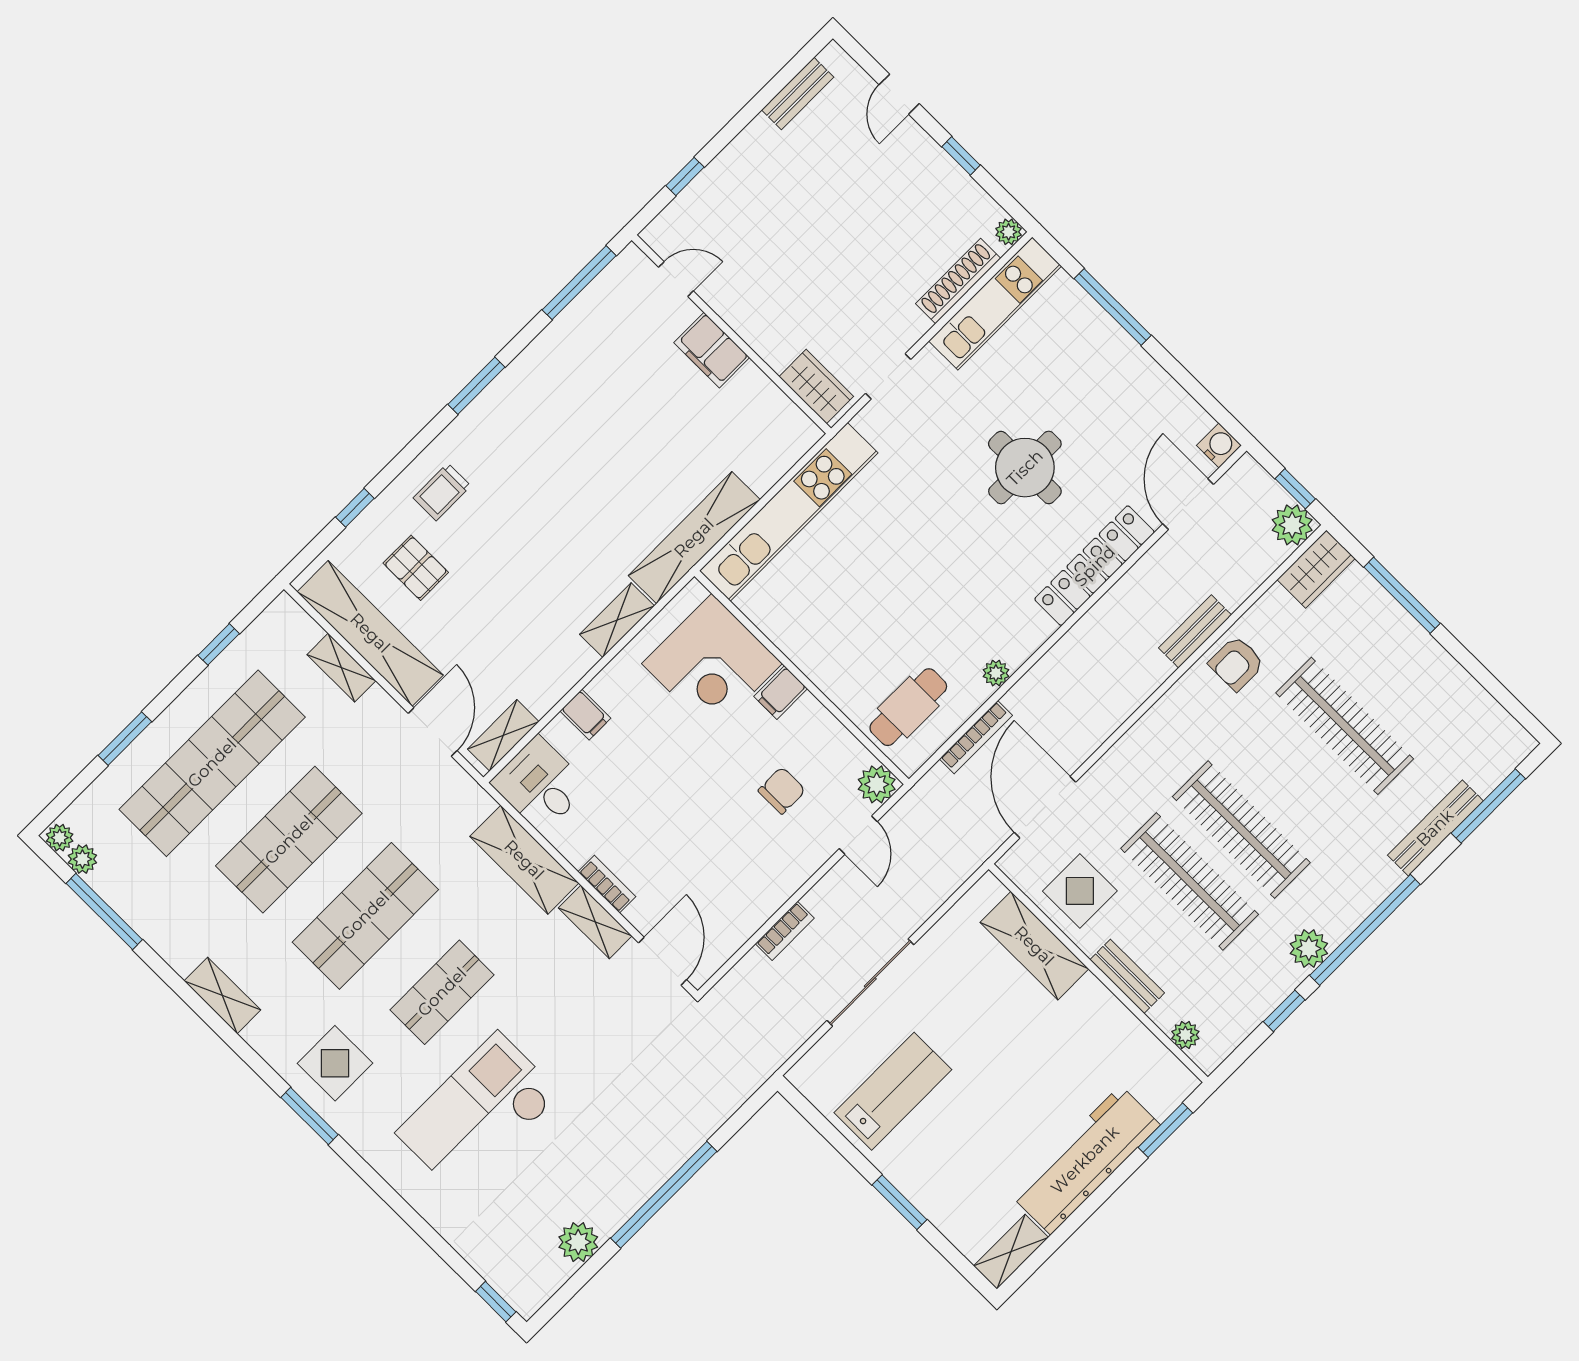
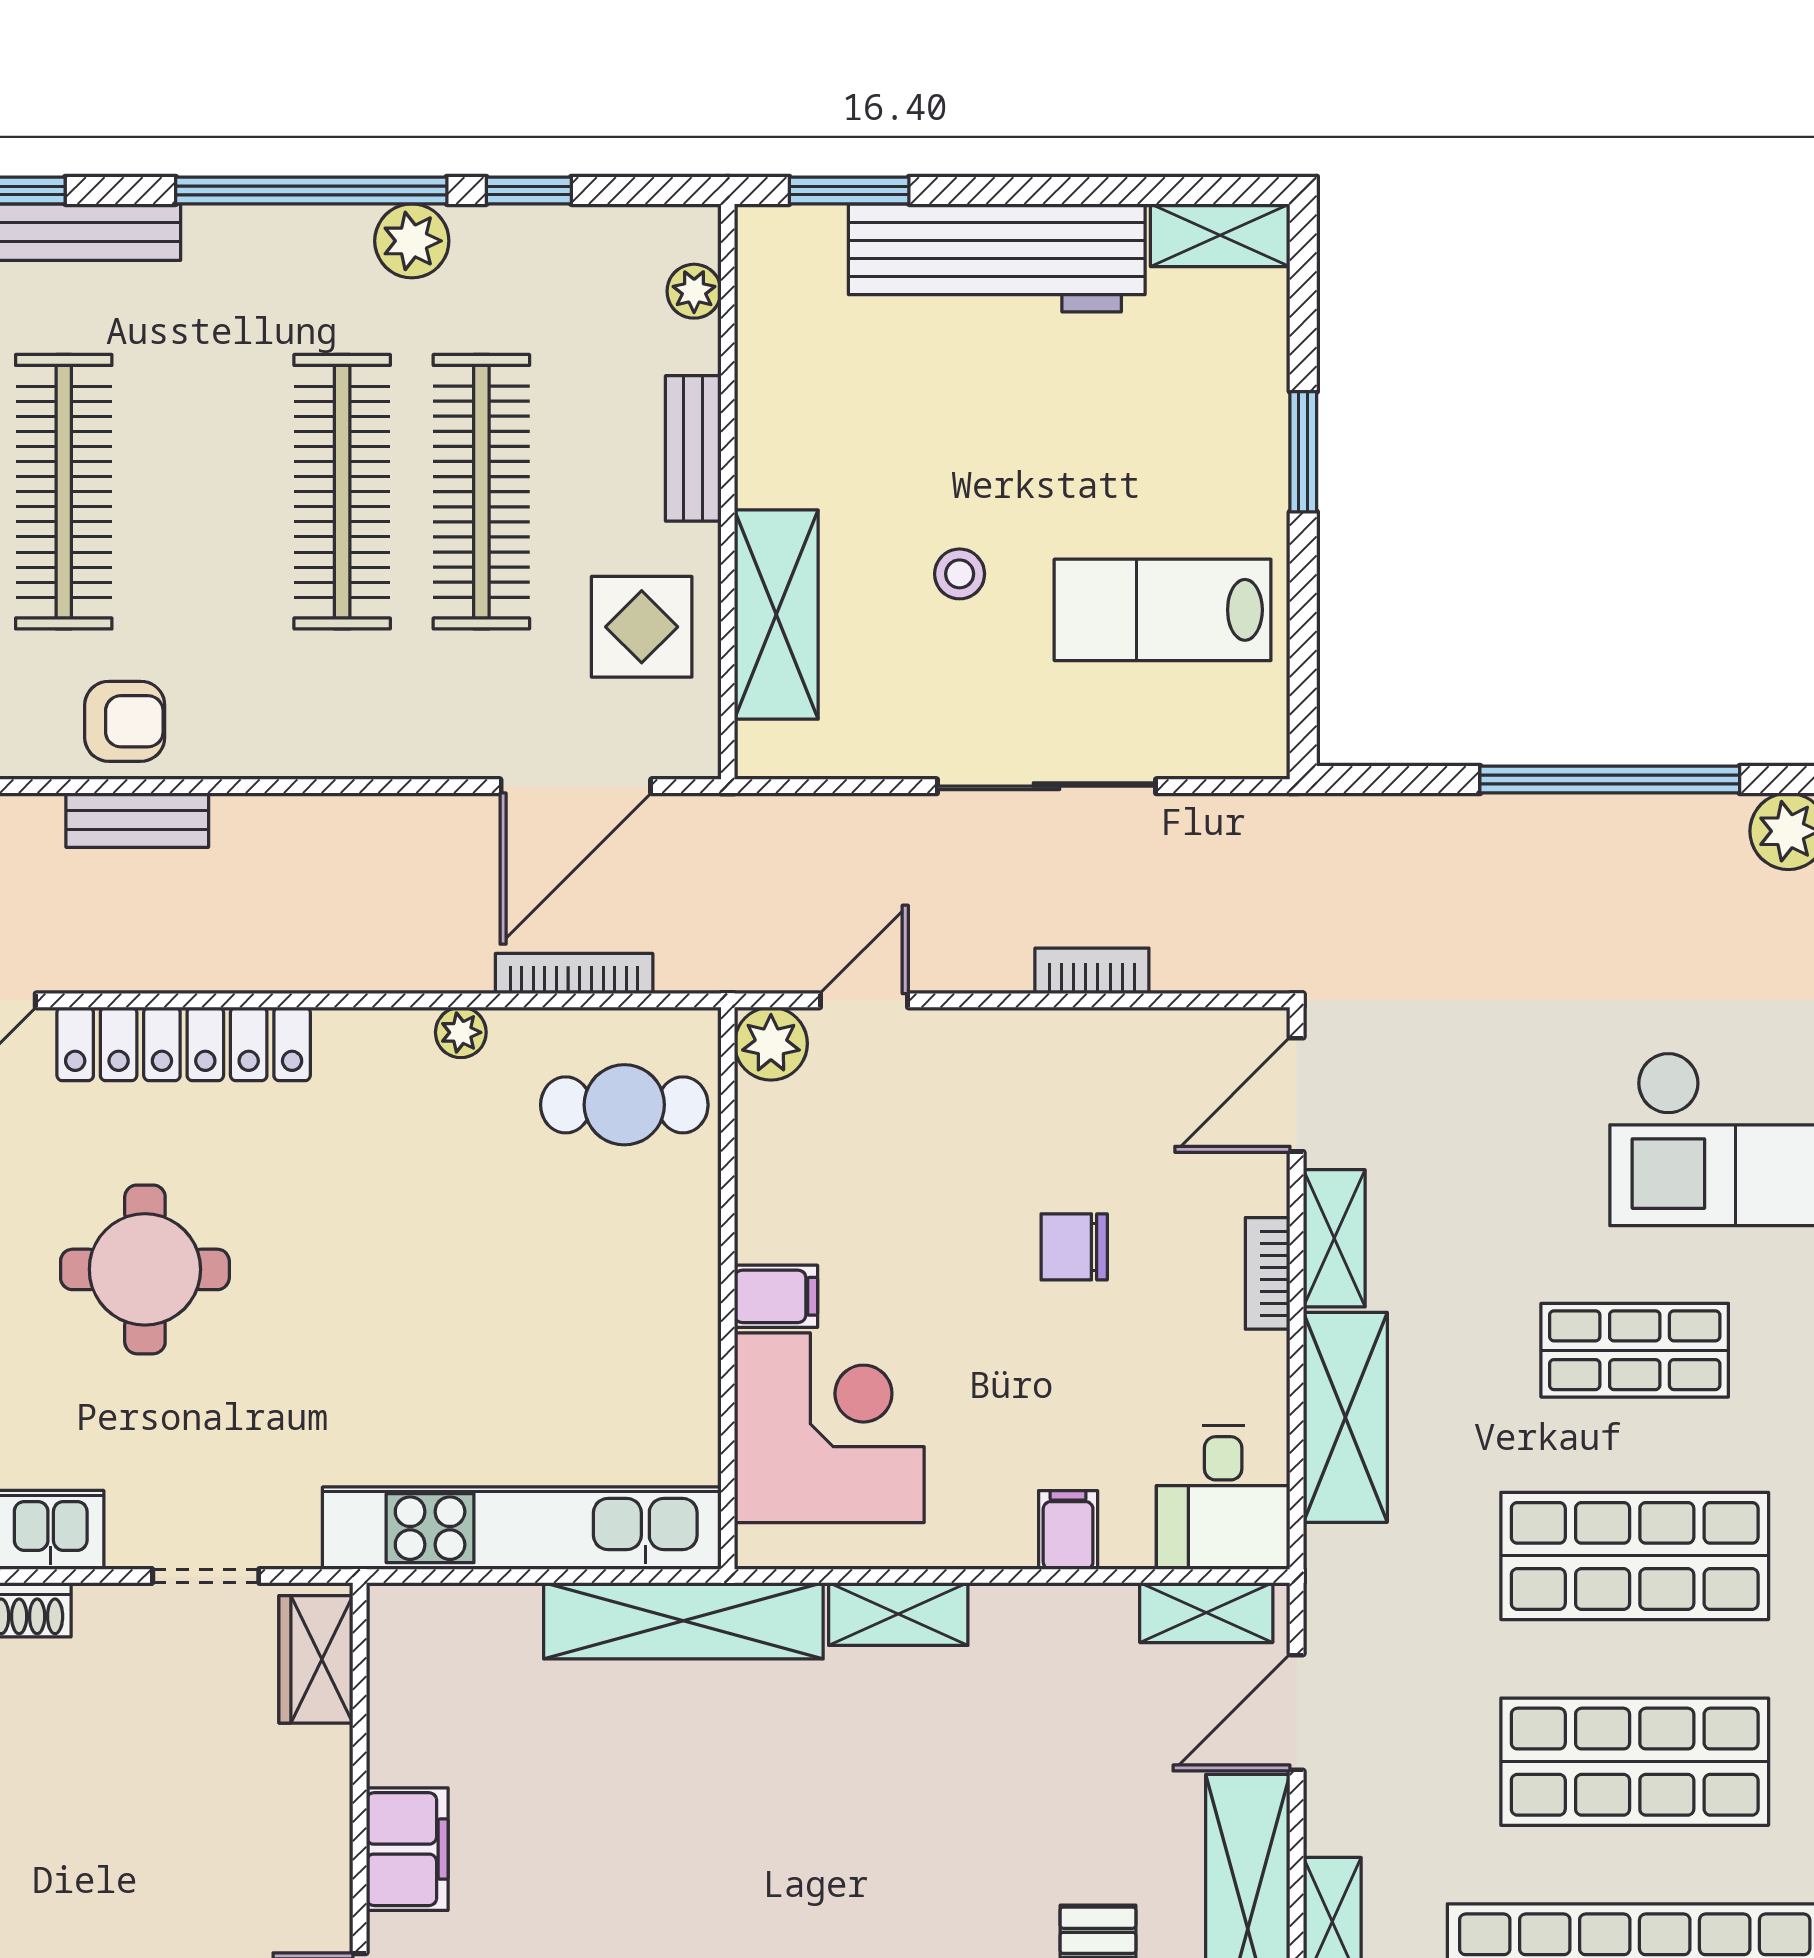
chair: (782, 791) -> (1074, 1247), moved
stool: (982, 1029) -> (960, 574), added

